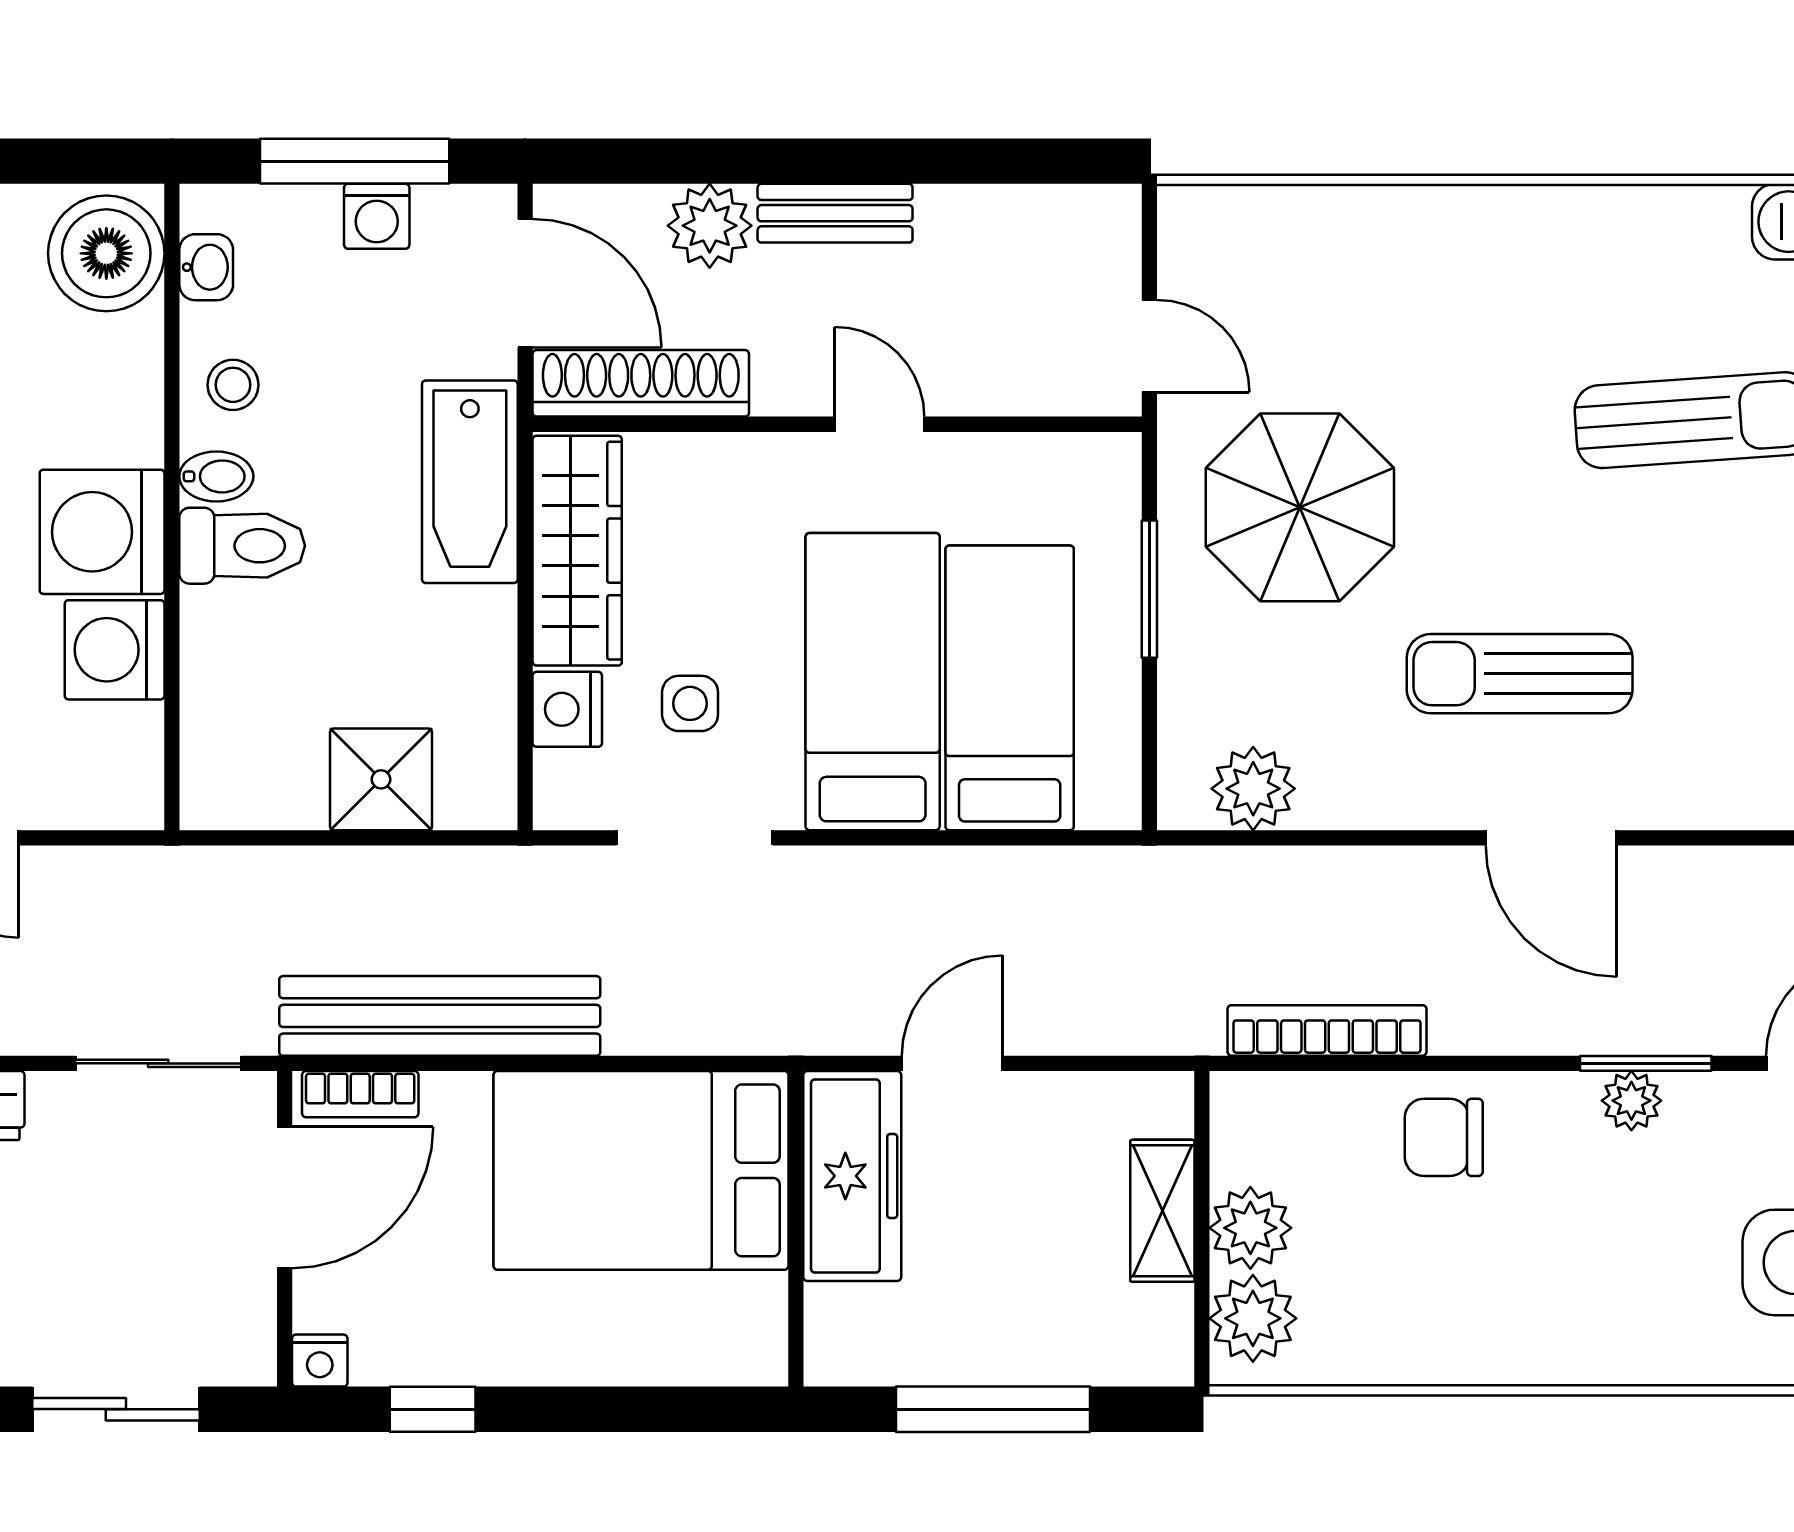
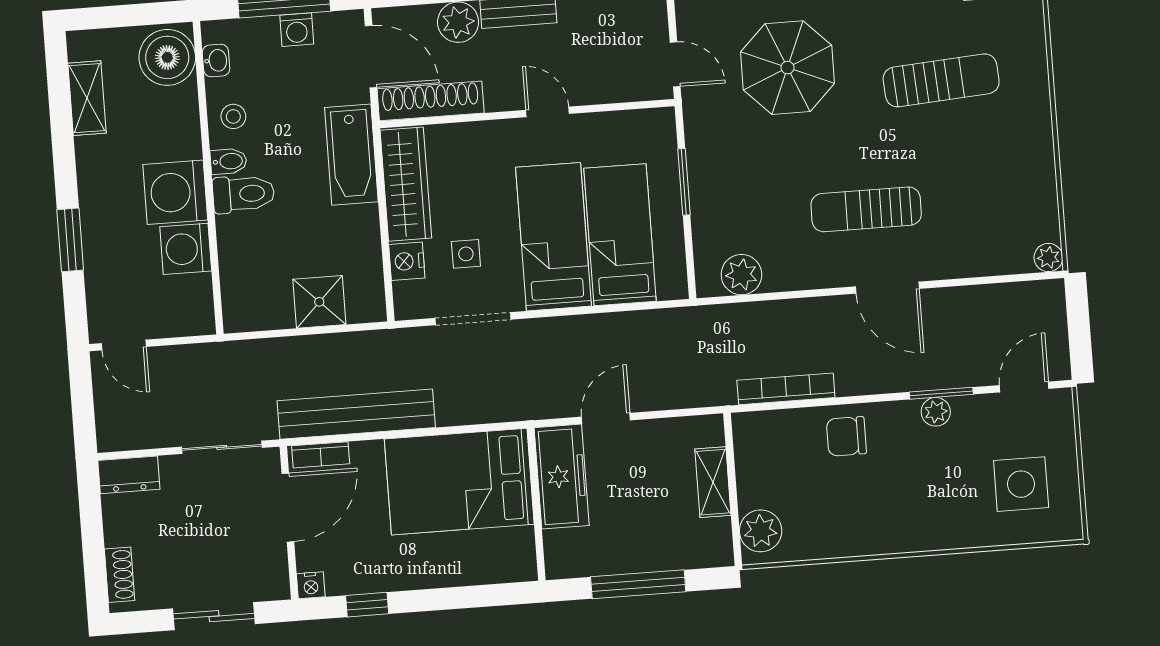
parasol: (1300, 507) -> (788, 68), moved
plant: (1250, 1228) -> (756, 487), removed

